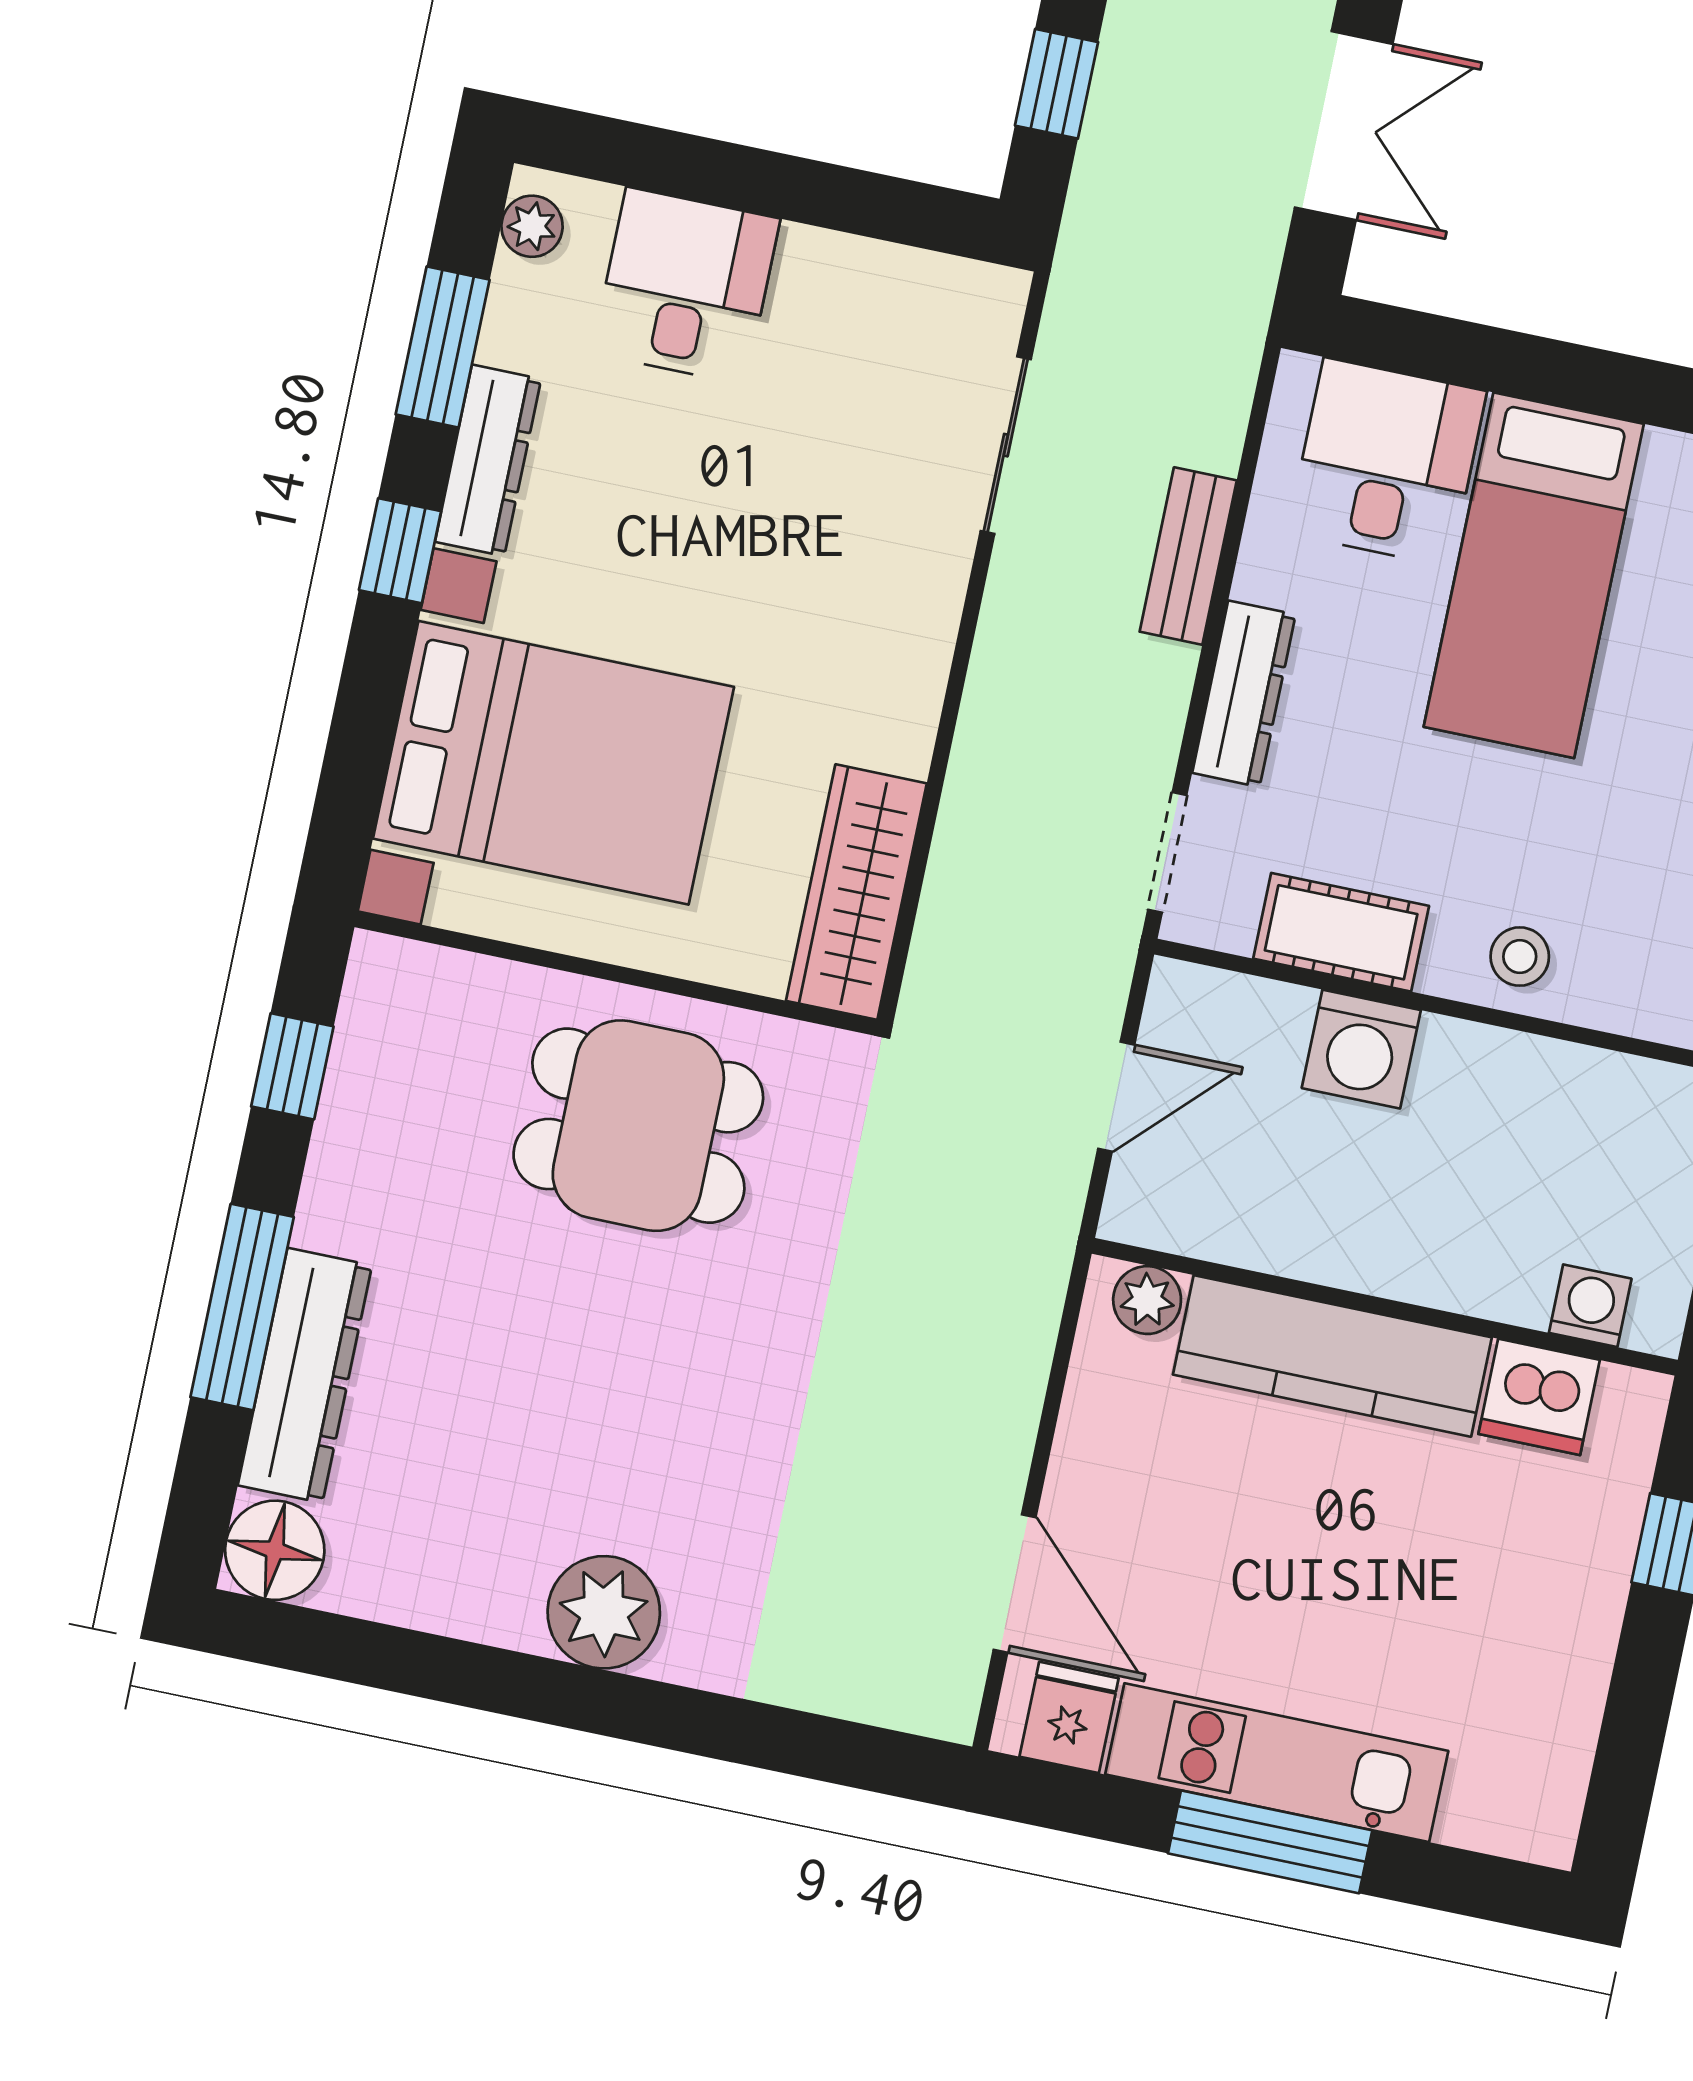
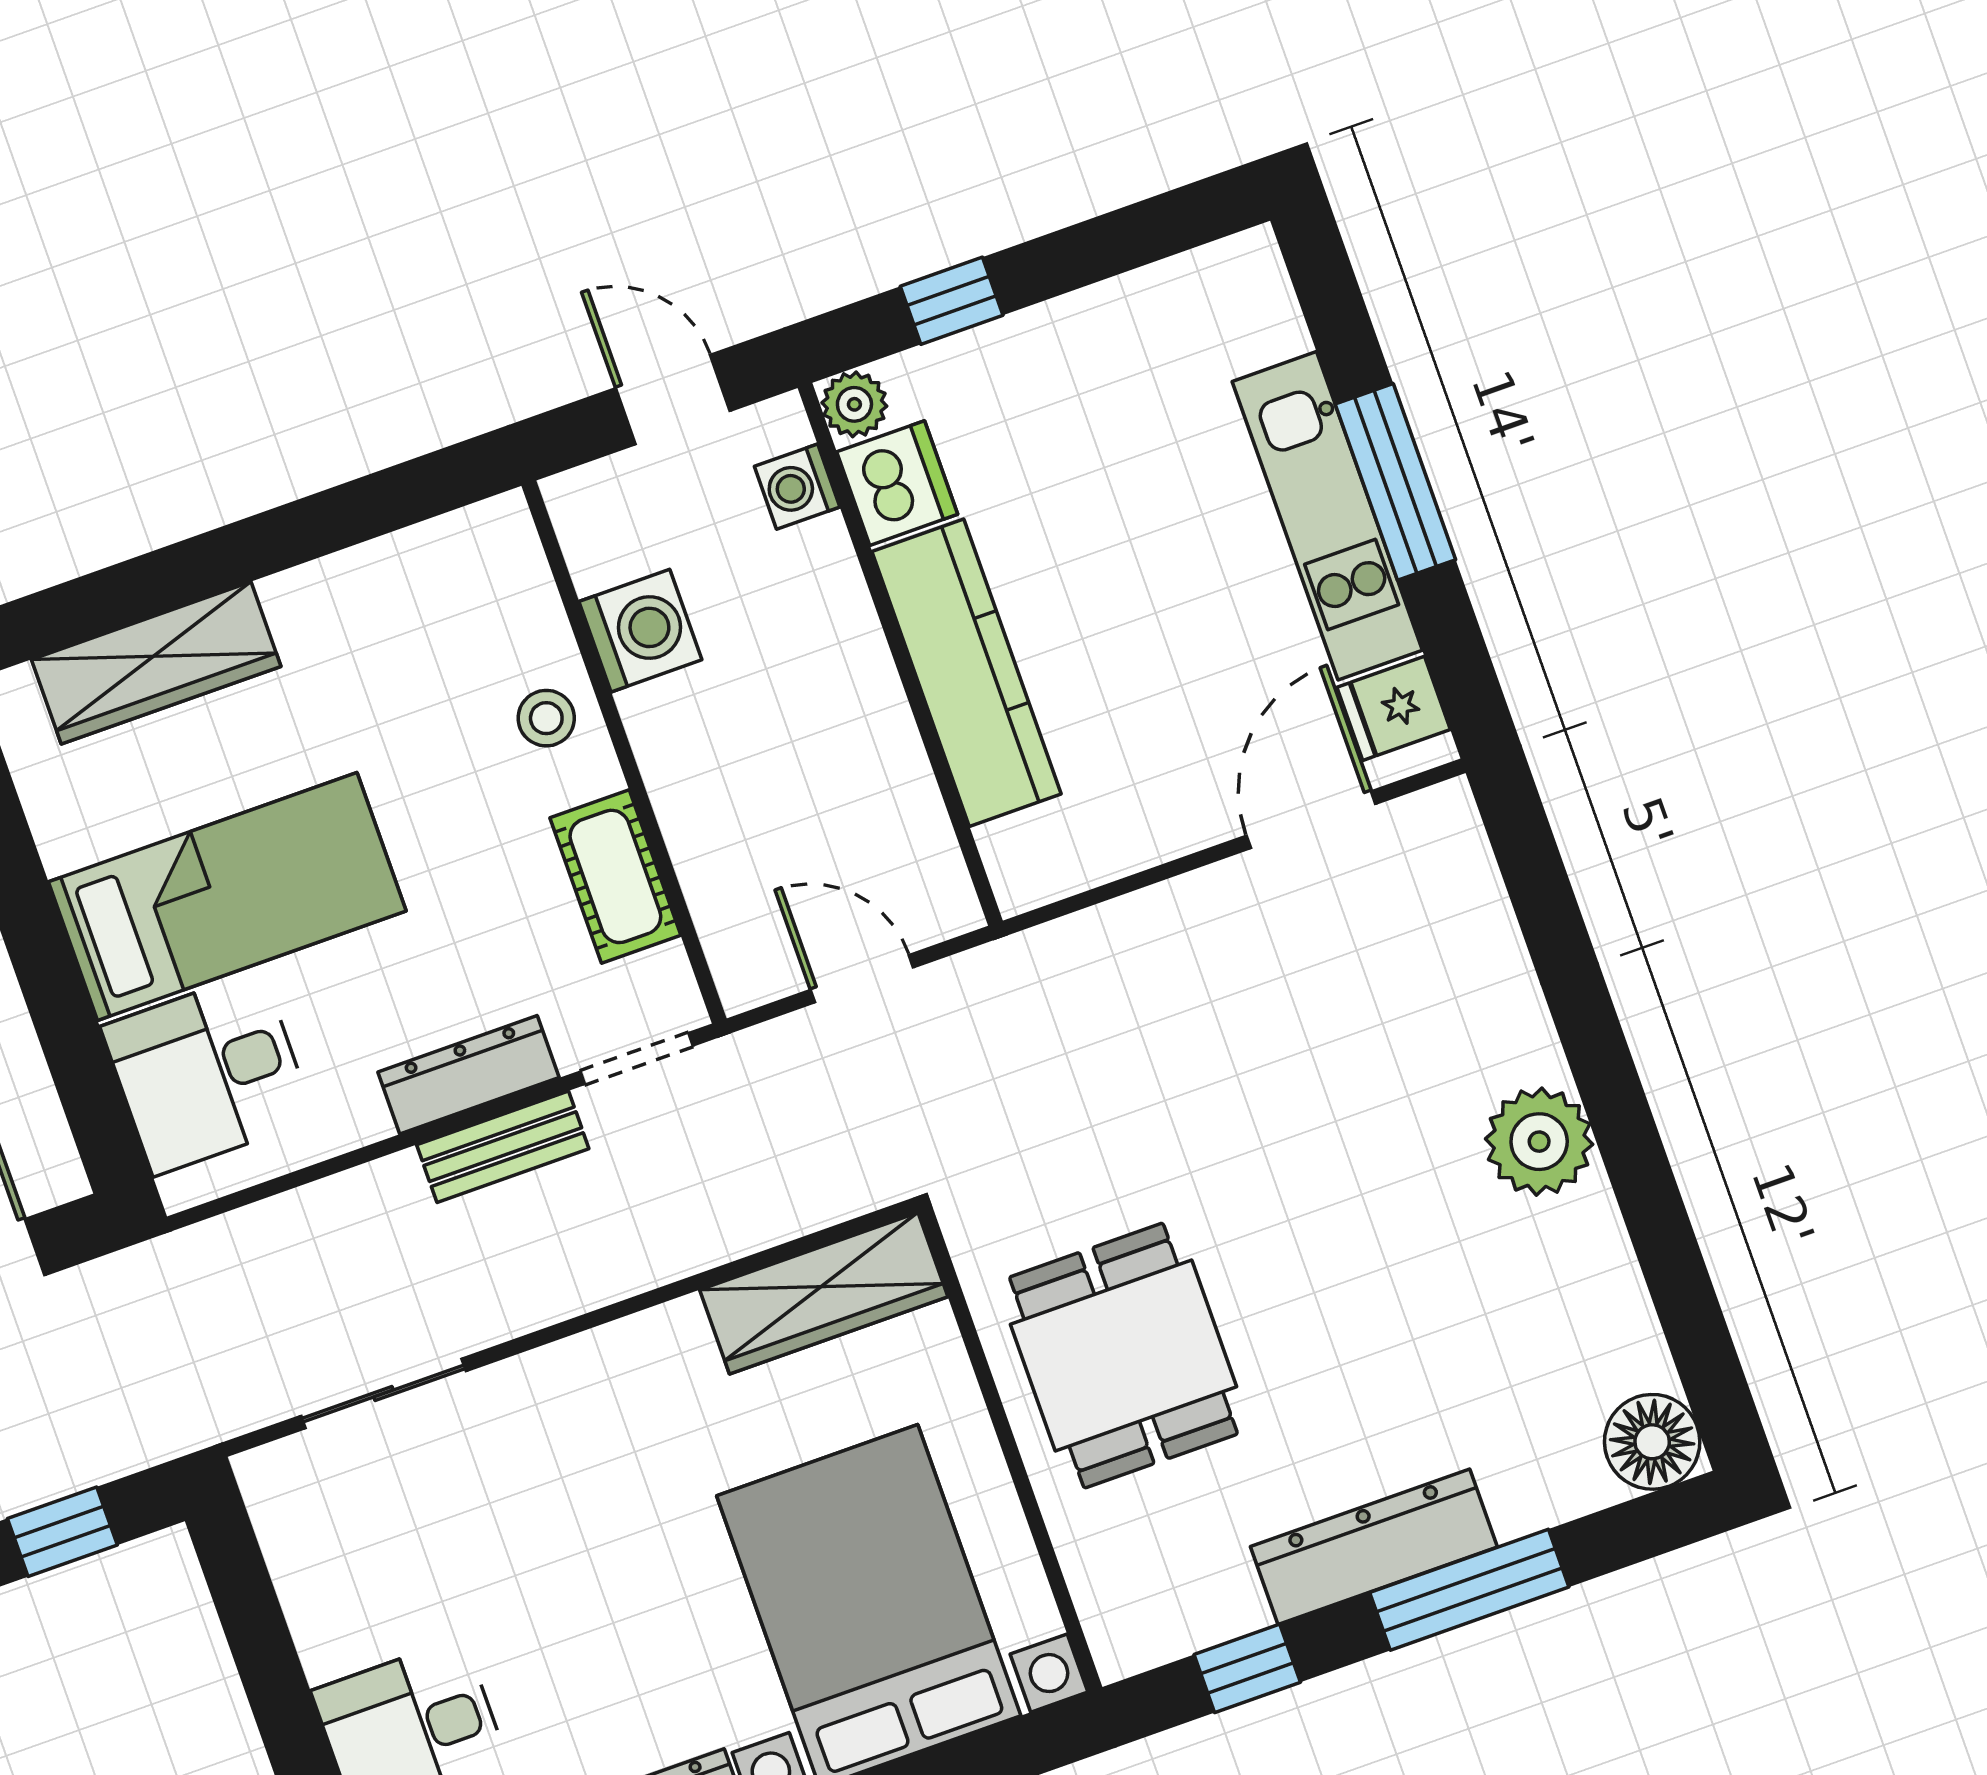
bench: (1188, 556) -> (503, 1147), moved
washing machine: (1361, 1049) -> (640, 631), moved
plant: (1147, 1300) -> (854, 404), moved
dresser: (305, 1375) -> (1374, 1547), moved

